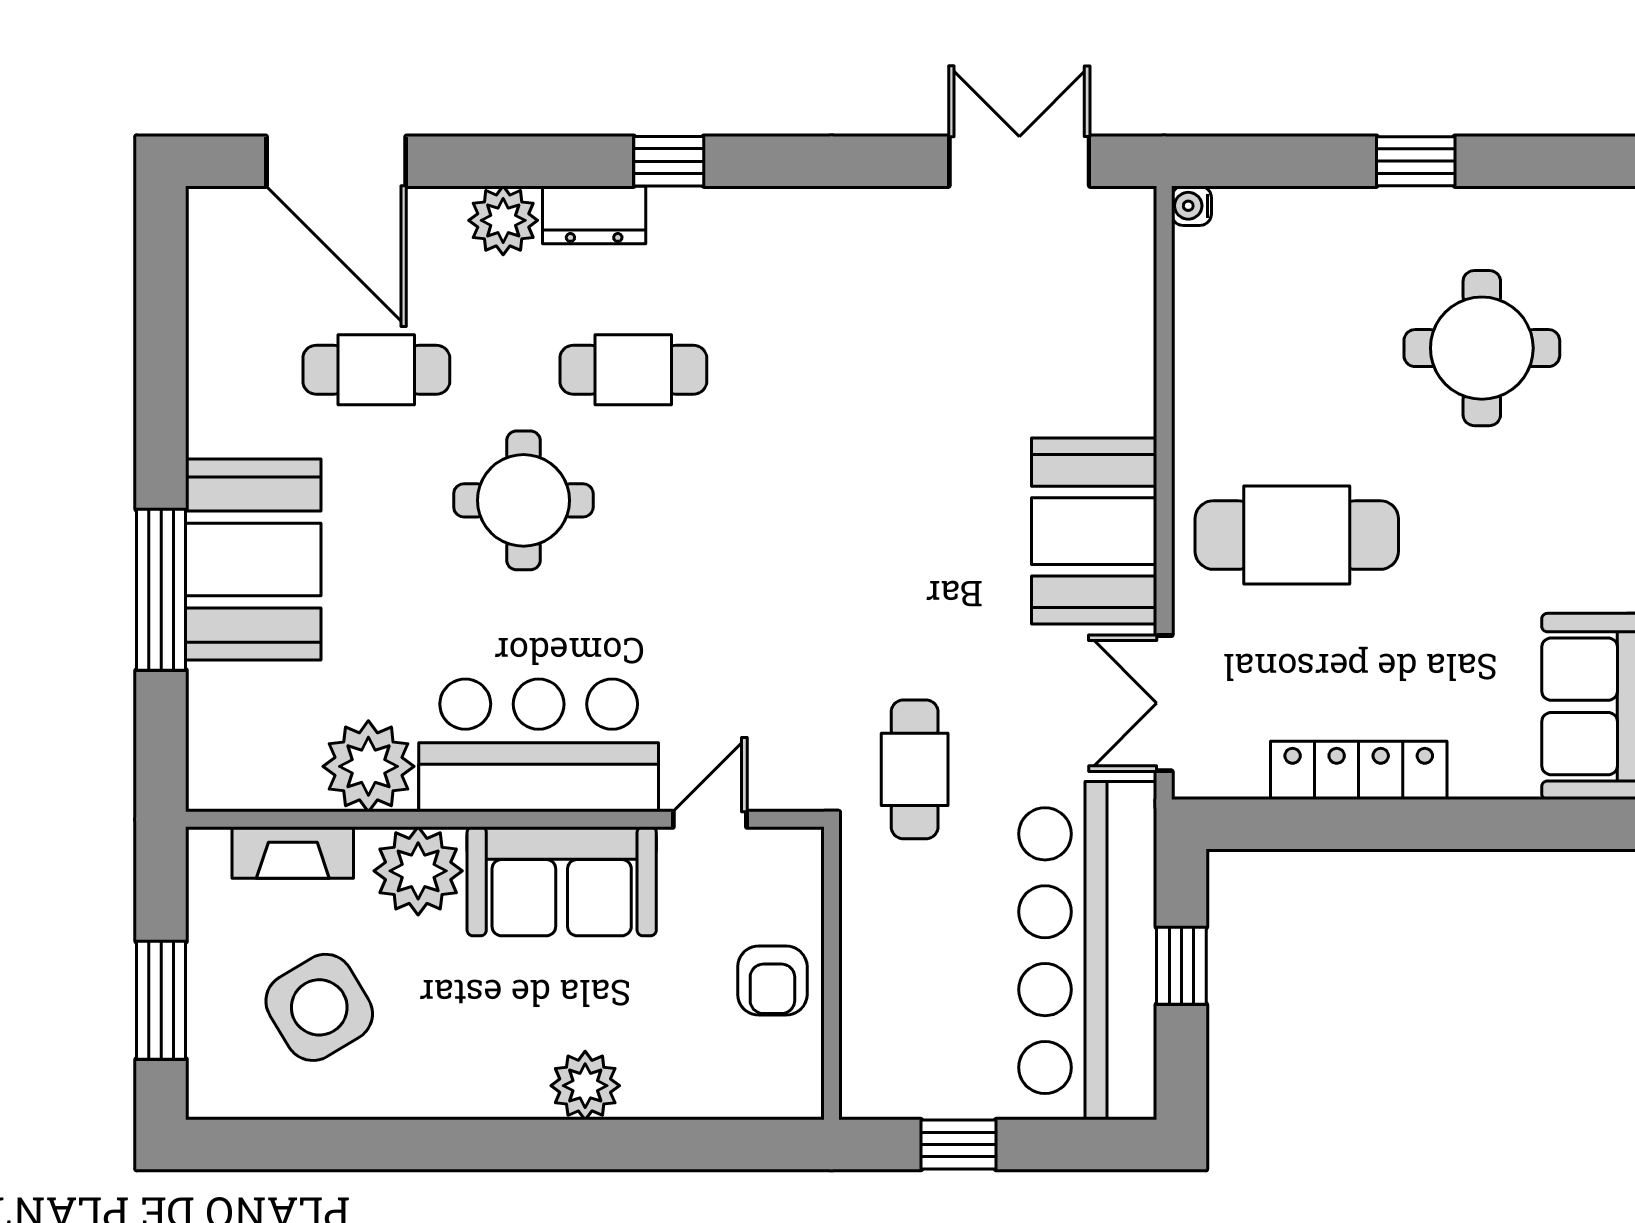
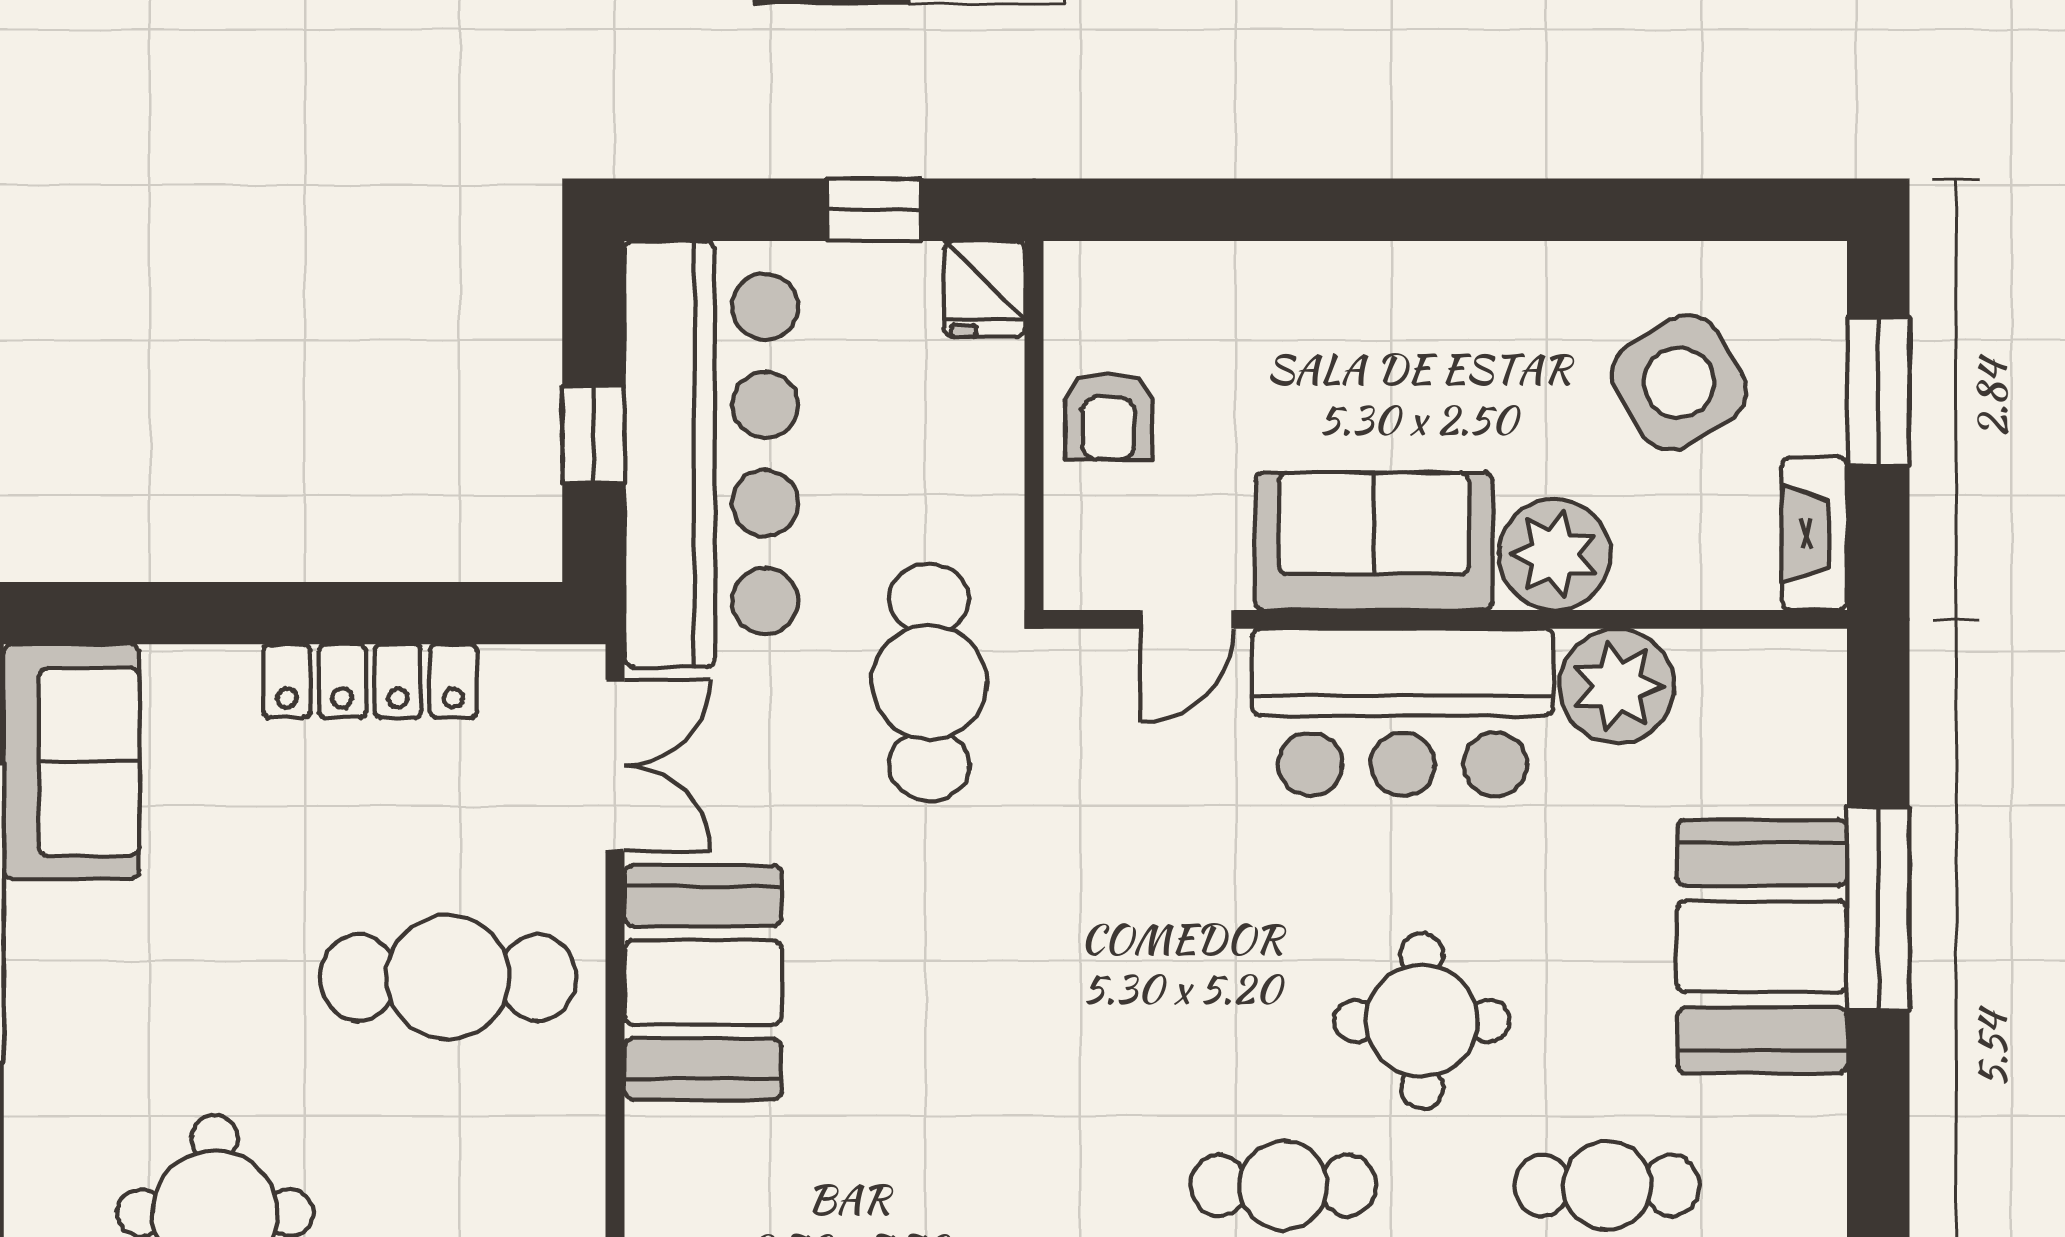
cafe table: (915, 769) -> (929, 682), width x1.37, depth x1.35
fireplace: (293, 853) -> (1815, 534), moved, turned -90
armchair: (772, 981) -> (1108, 416), turned 180
fridge: (871, 1082) -> (984, 289), added
plant: (585, 1086) -> (1344, 284), removed

